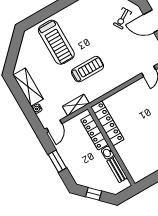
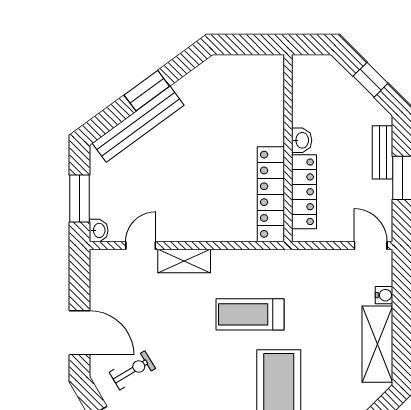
shelving: (76, 105) -> (184, 261), moved
door: (54, 126) -> (371, 245), hinge flipped
bench: (117, 170) -> (383, 152), moved

